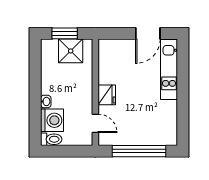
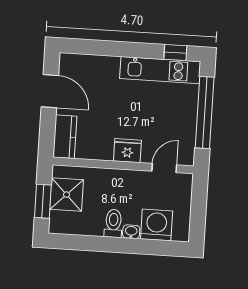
kitchen counter: (114, 47) -> (65, 137), added
kitchen unit: (169, 70) -> (160, 70), moved
window: (183, 126) -> (175, 53), added
toilet: (51, 139) -> (113, 223), moved

